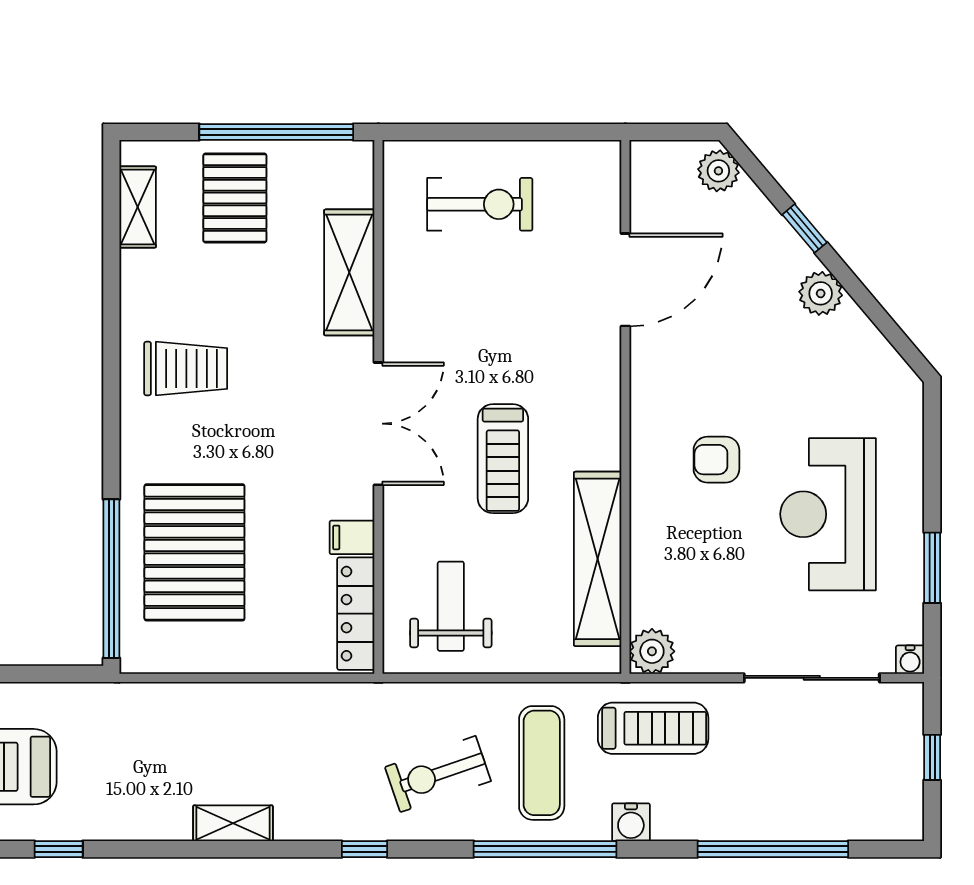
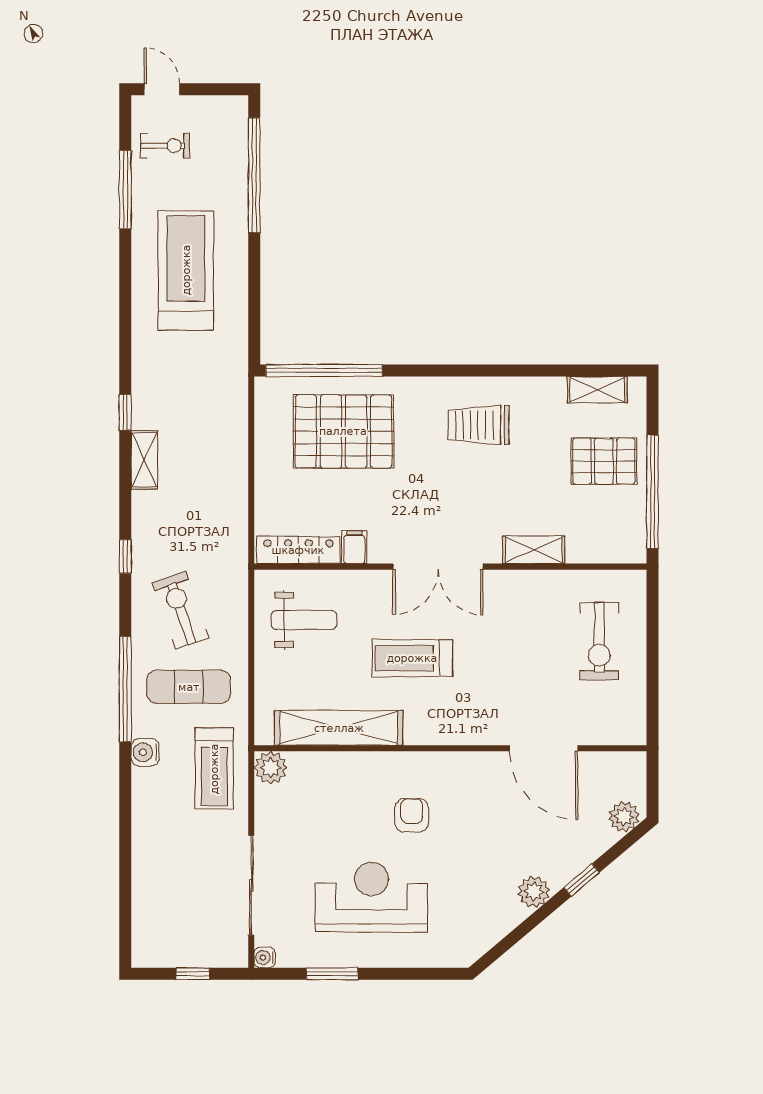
shelving: (349, 272) -> (534, 550), width x0.67, depth x0.75
trolley: (186, 369) -> (479, 425), turned 90
window: (59, 849) -> (125, 412), moved
window: (773, 849) -> (125, 857), removed

